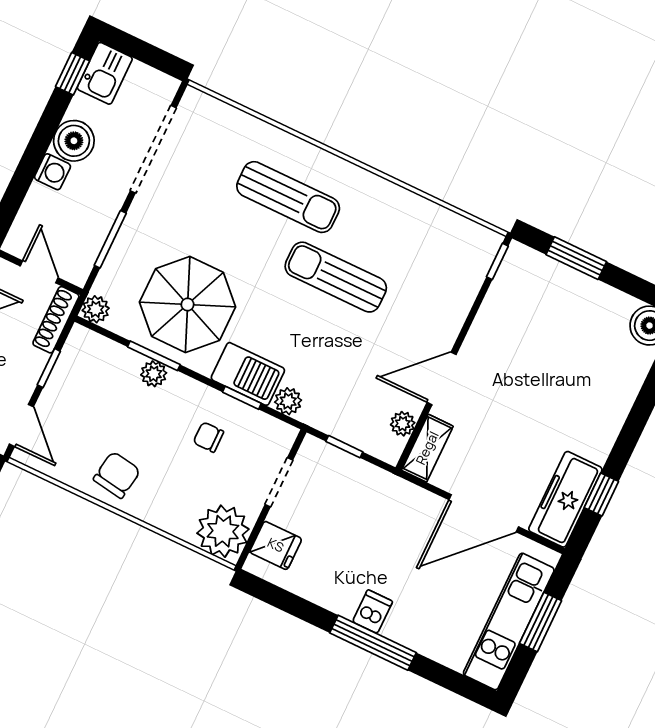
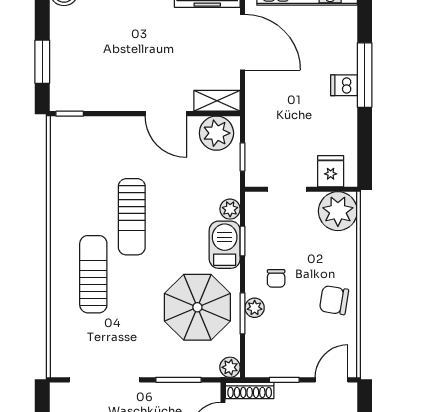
plant: (403, 424) -> (216, 133), width x1.88, depth x1.88
chair: (208, 437) -> (276, 278), moved

